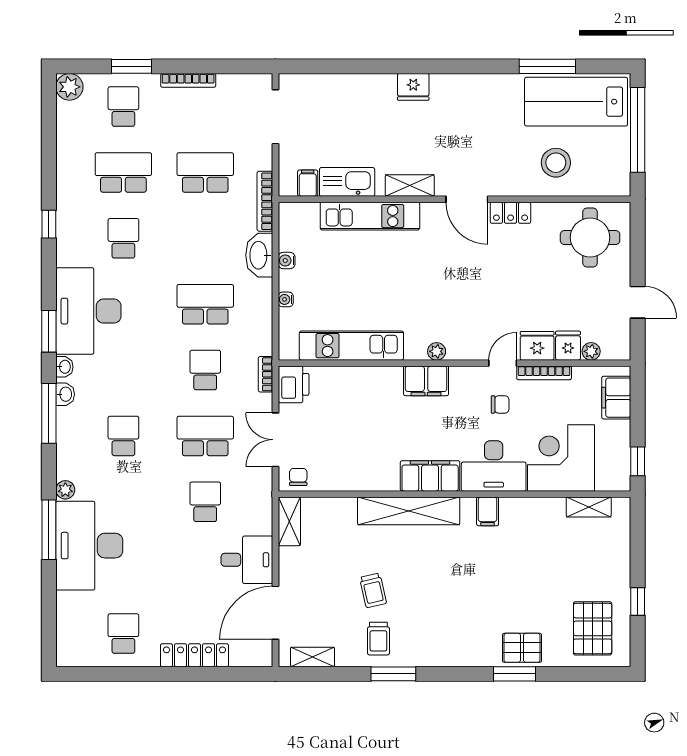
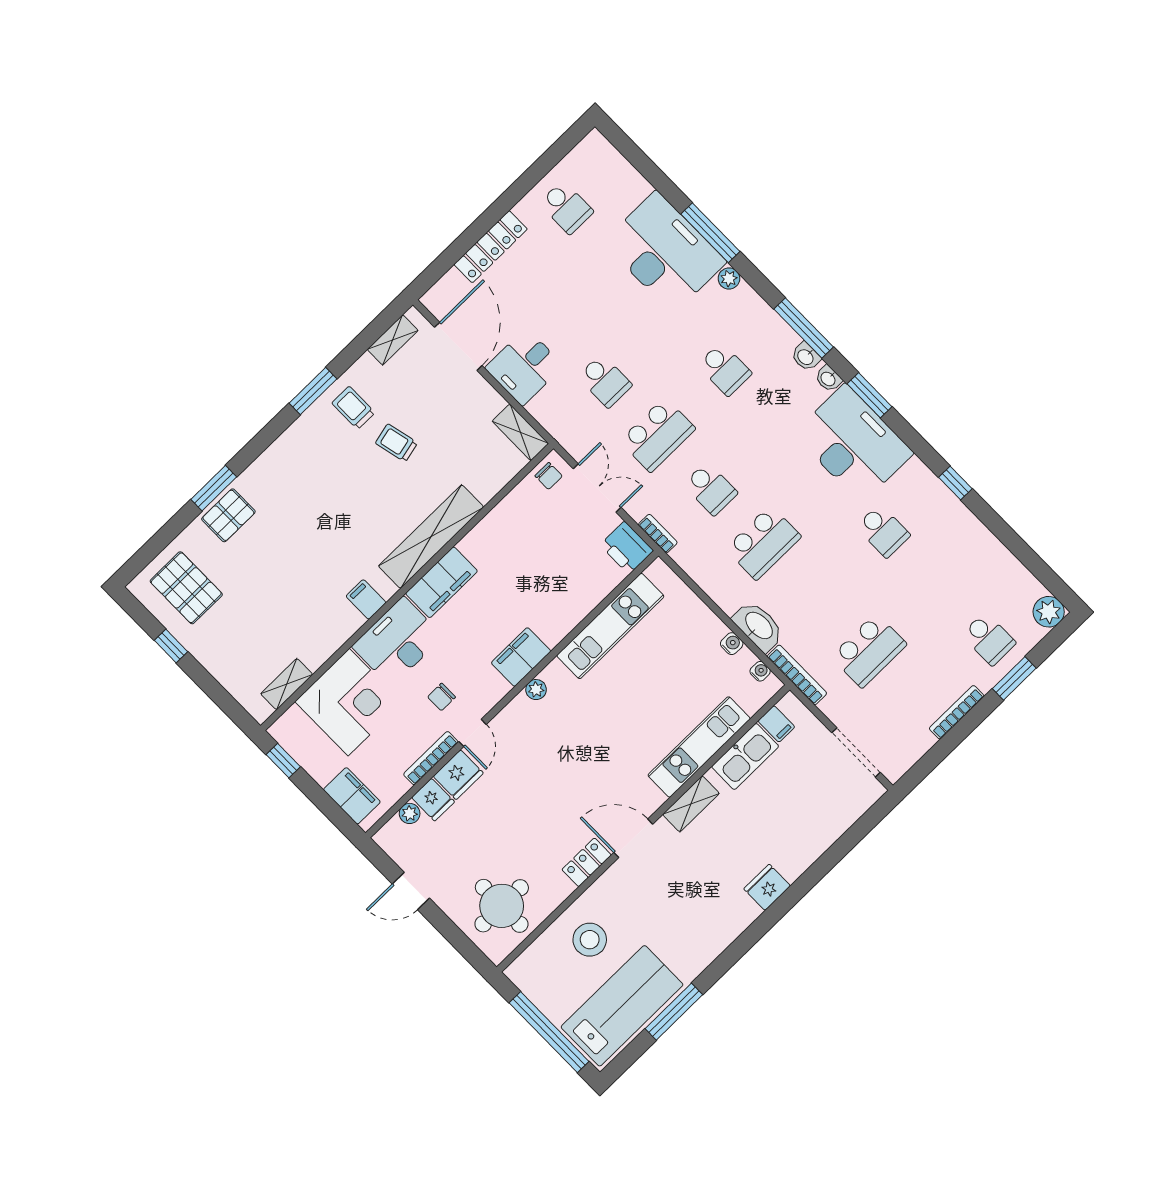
school desk: (123, 172) -> (936, 585), removed
water cooler: (286, 299) -> (760, 671), moved

